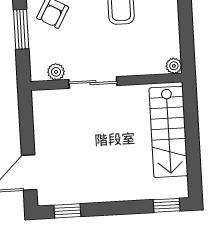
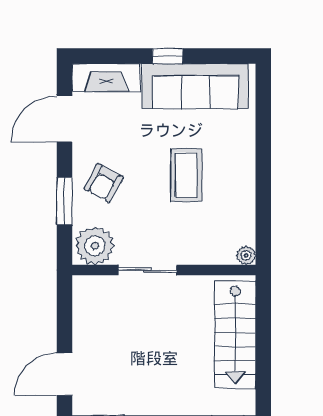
plant: (56, 72) -> (95, 246), width x1.88, depth x1.88

